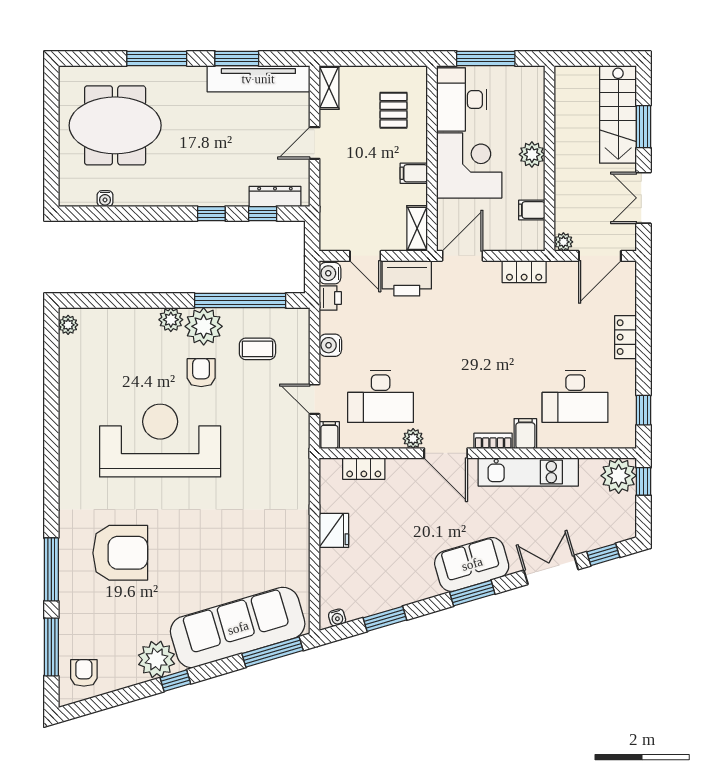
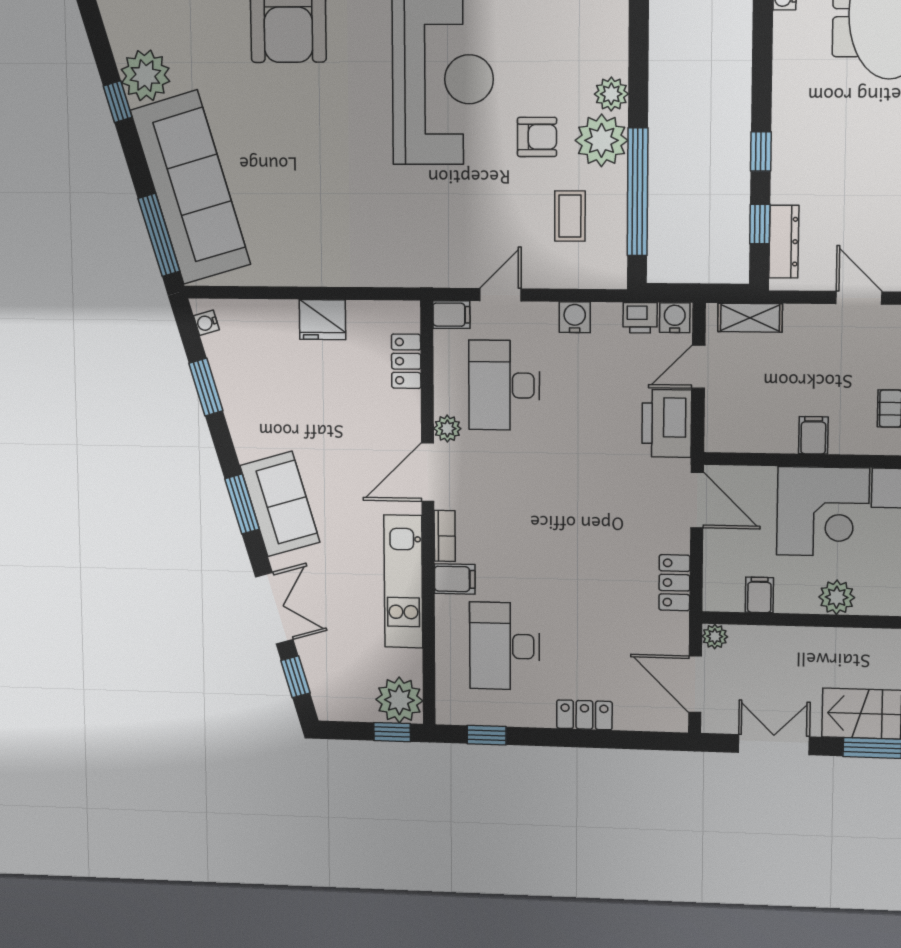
shelving: (417, 228) -> (750, 318), moved

